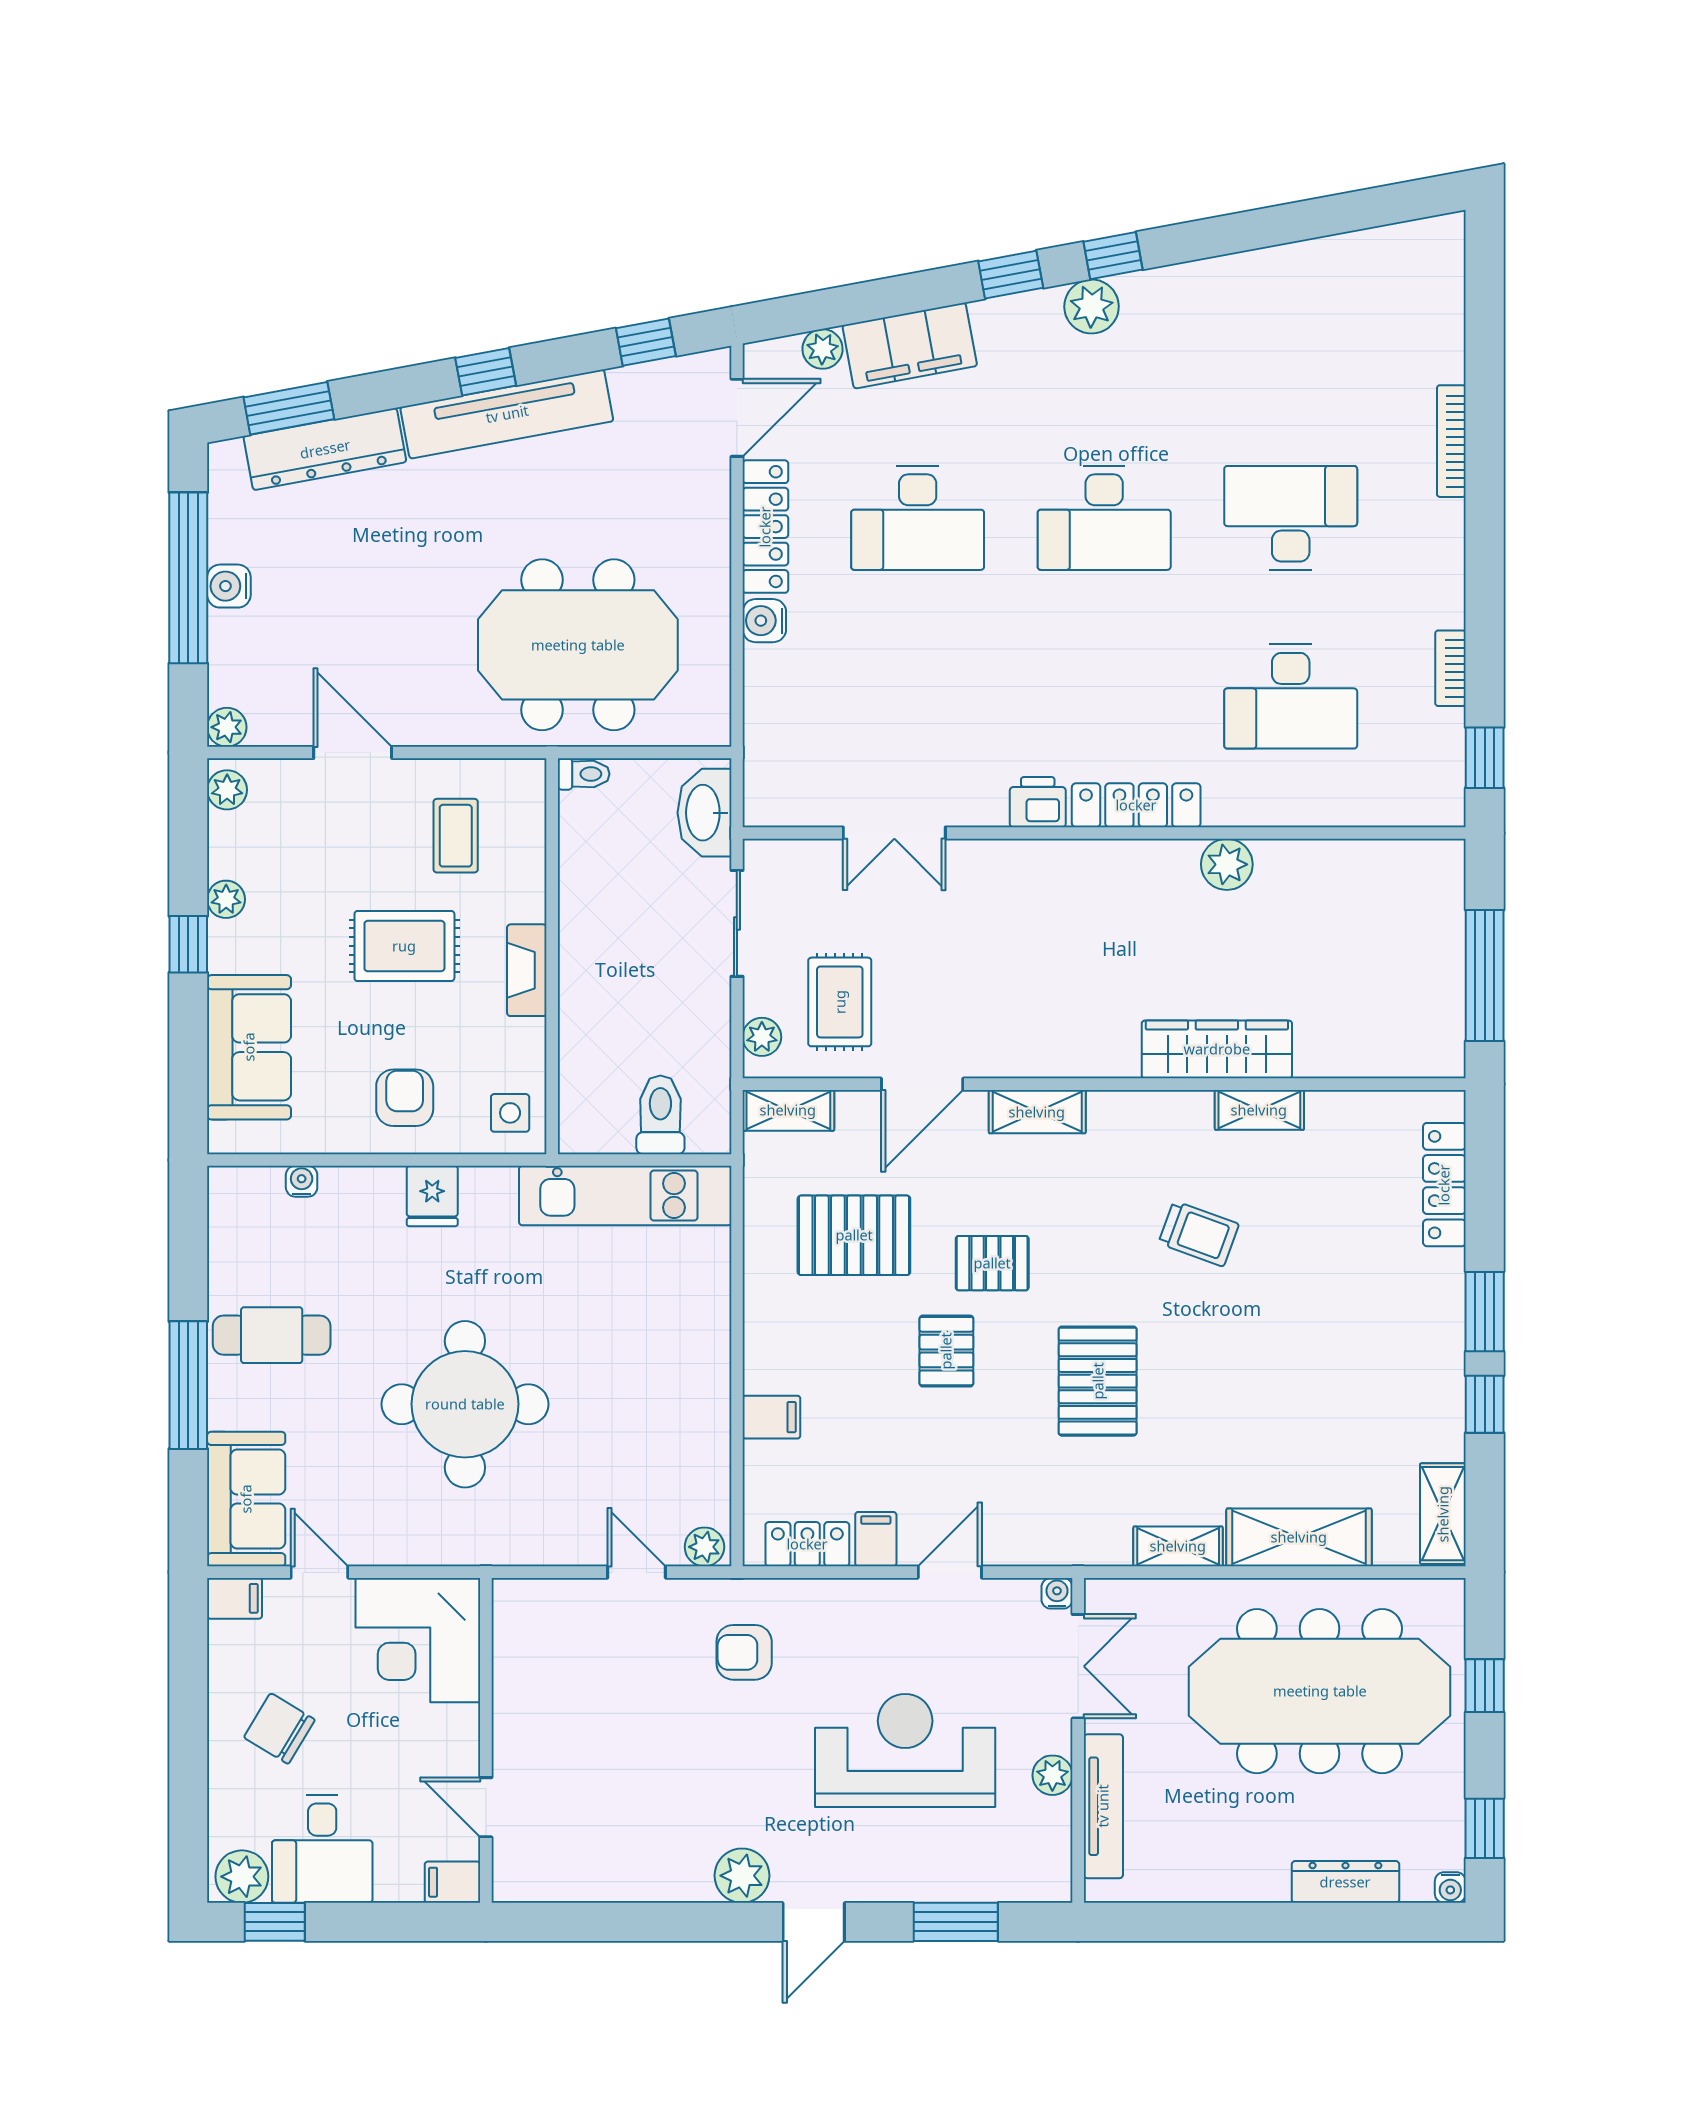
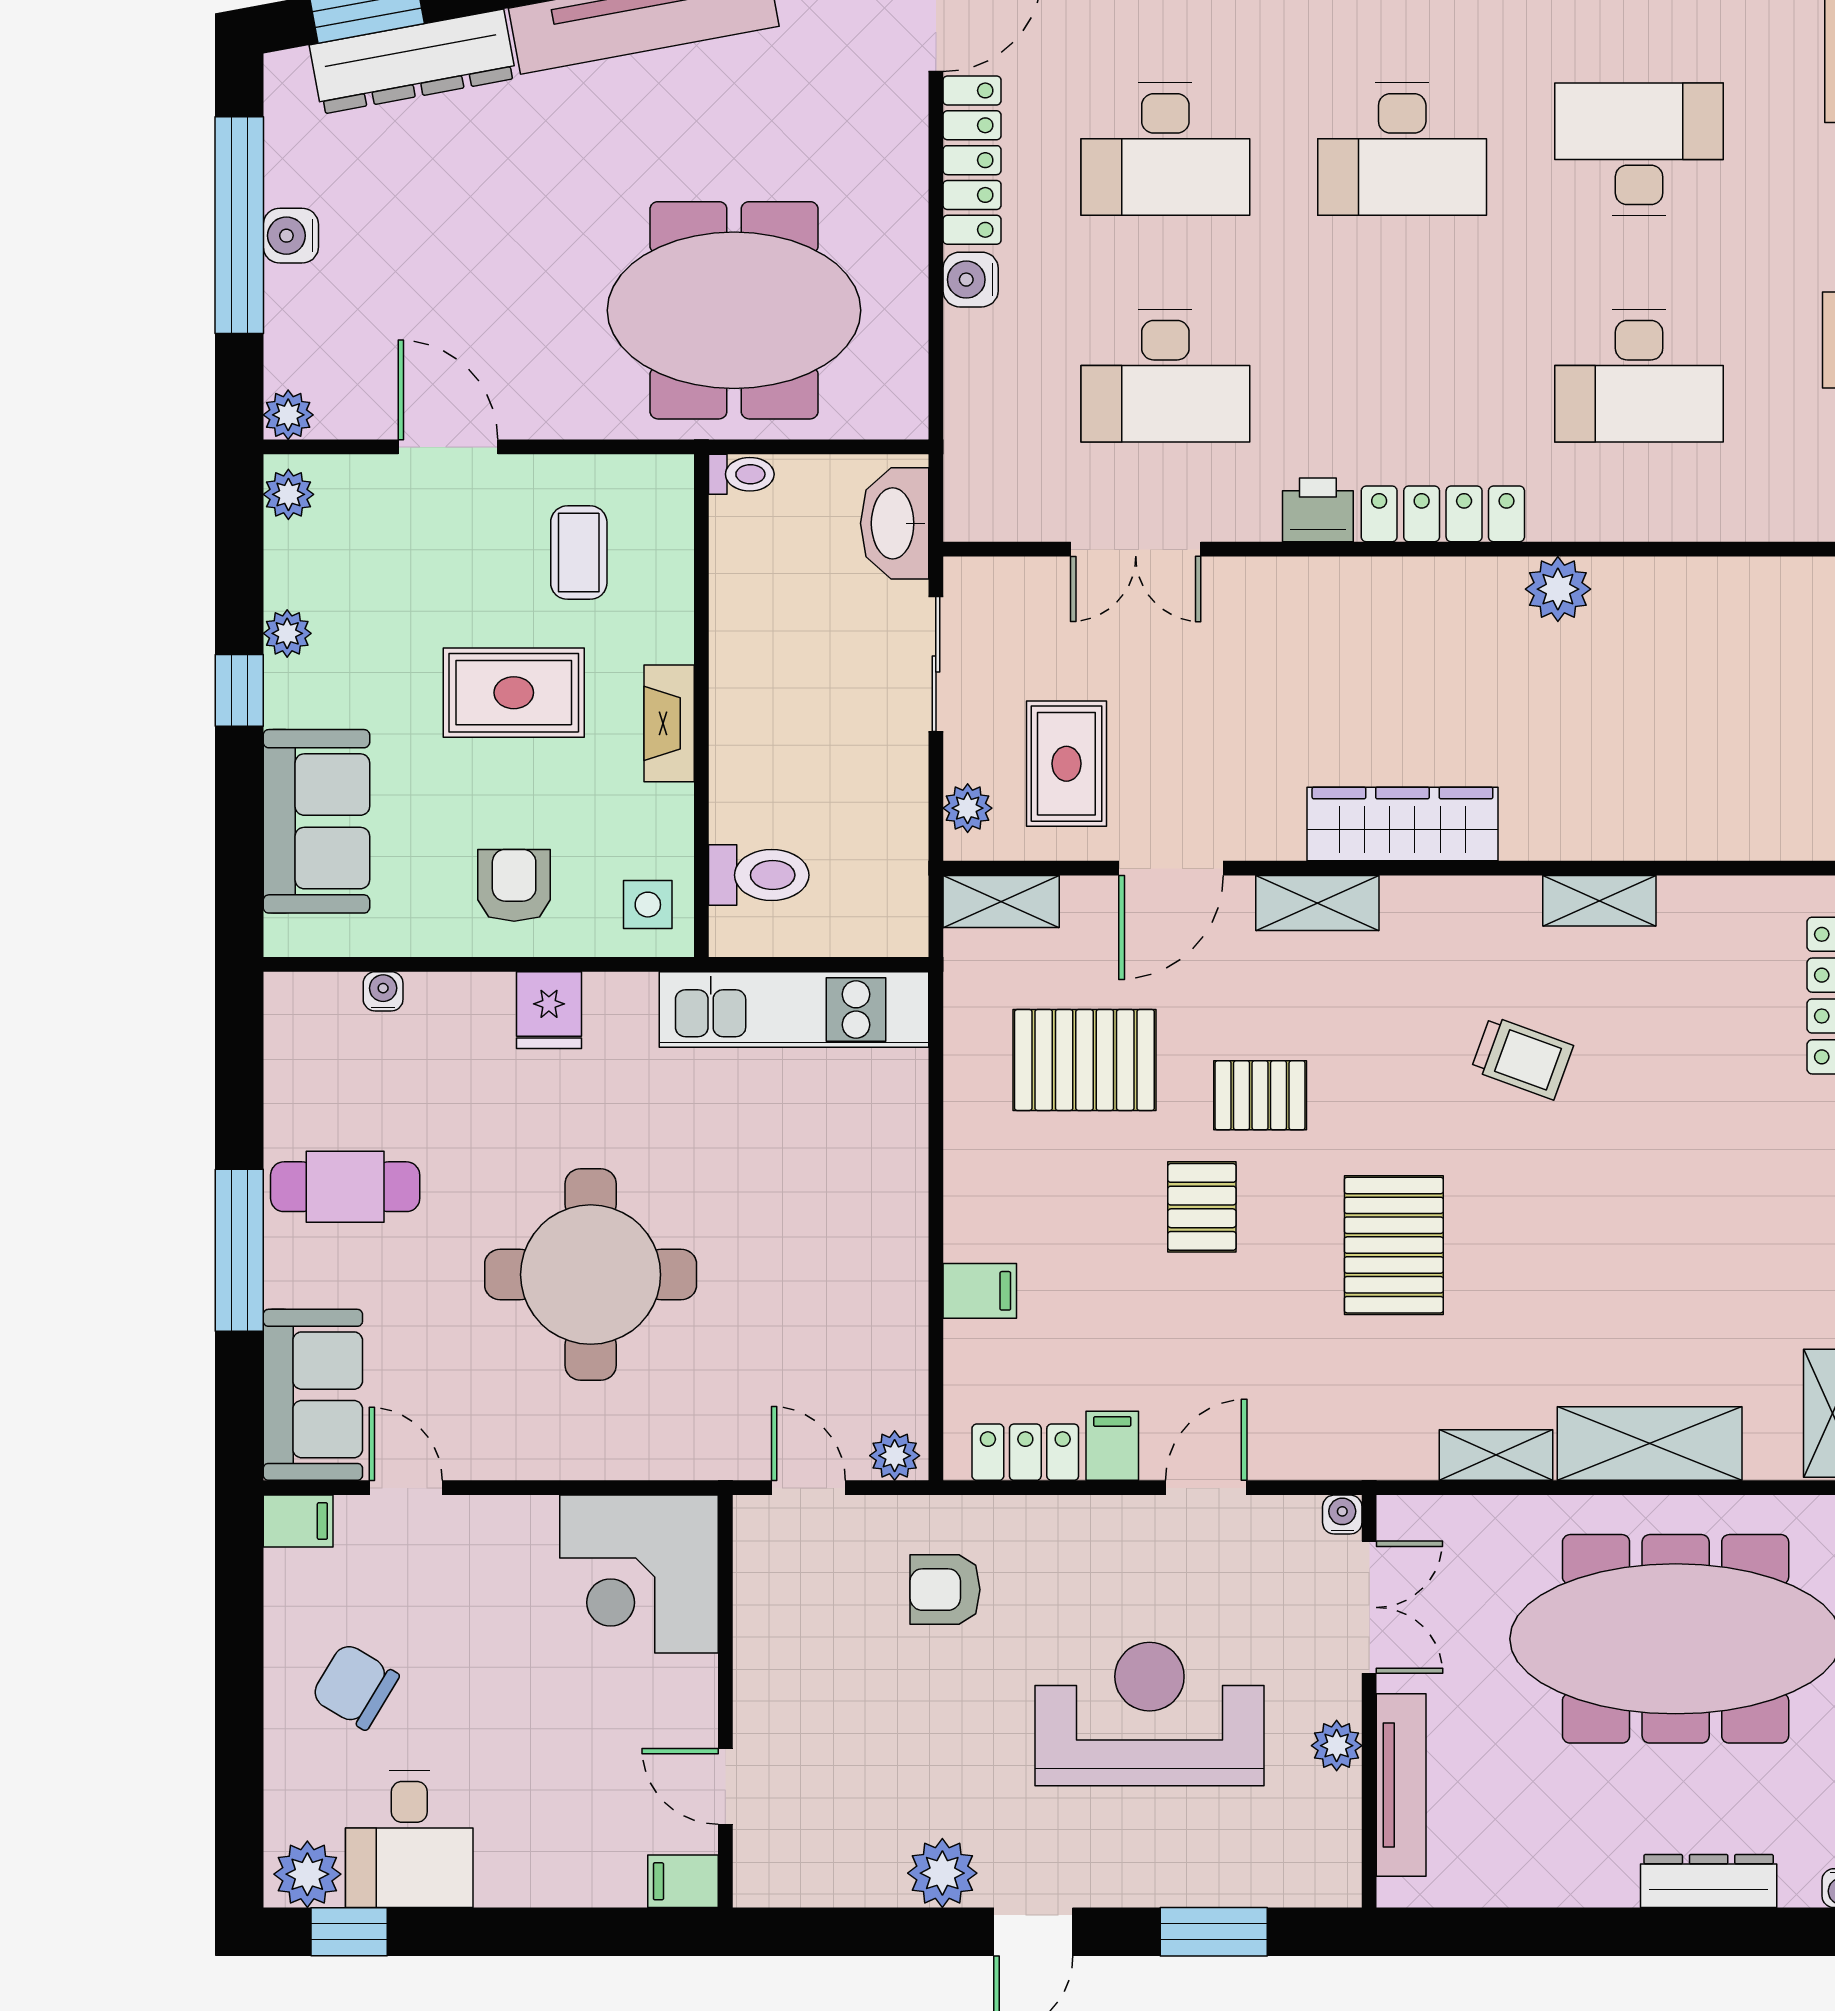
desk: (918, 697) -> (1165, 376), added
wardrobe: (1217, 1049) -> (1402, 824), moved
toilet: (660, 1115) -> (759, 875), moved, turned 90
corner desk: (418, 1640) -> (639, 1574), moved
wall: (486, 1740) -> (725, 1701), moved
door: (486, 1807) -> (725, 1786), moved
filing cabinet: (452, 1882) -> (683, 1881), moved

